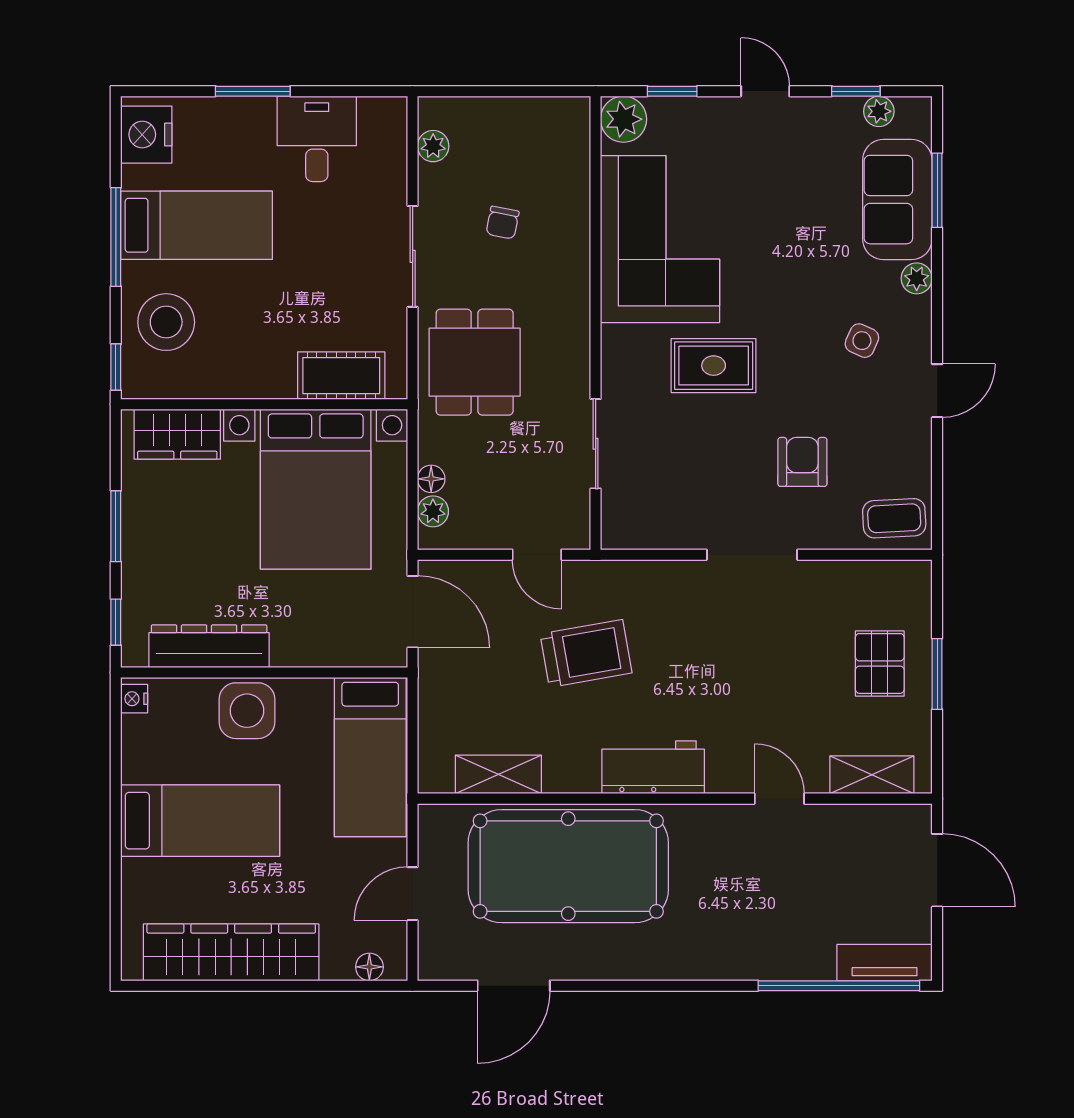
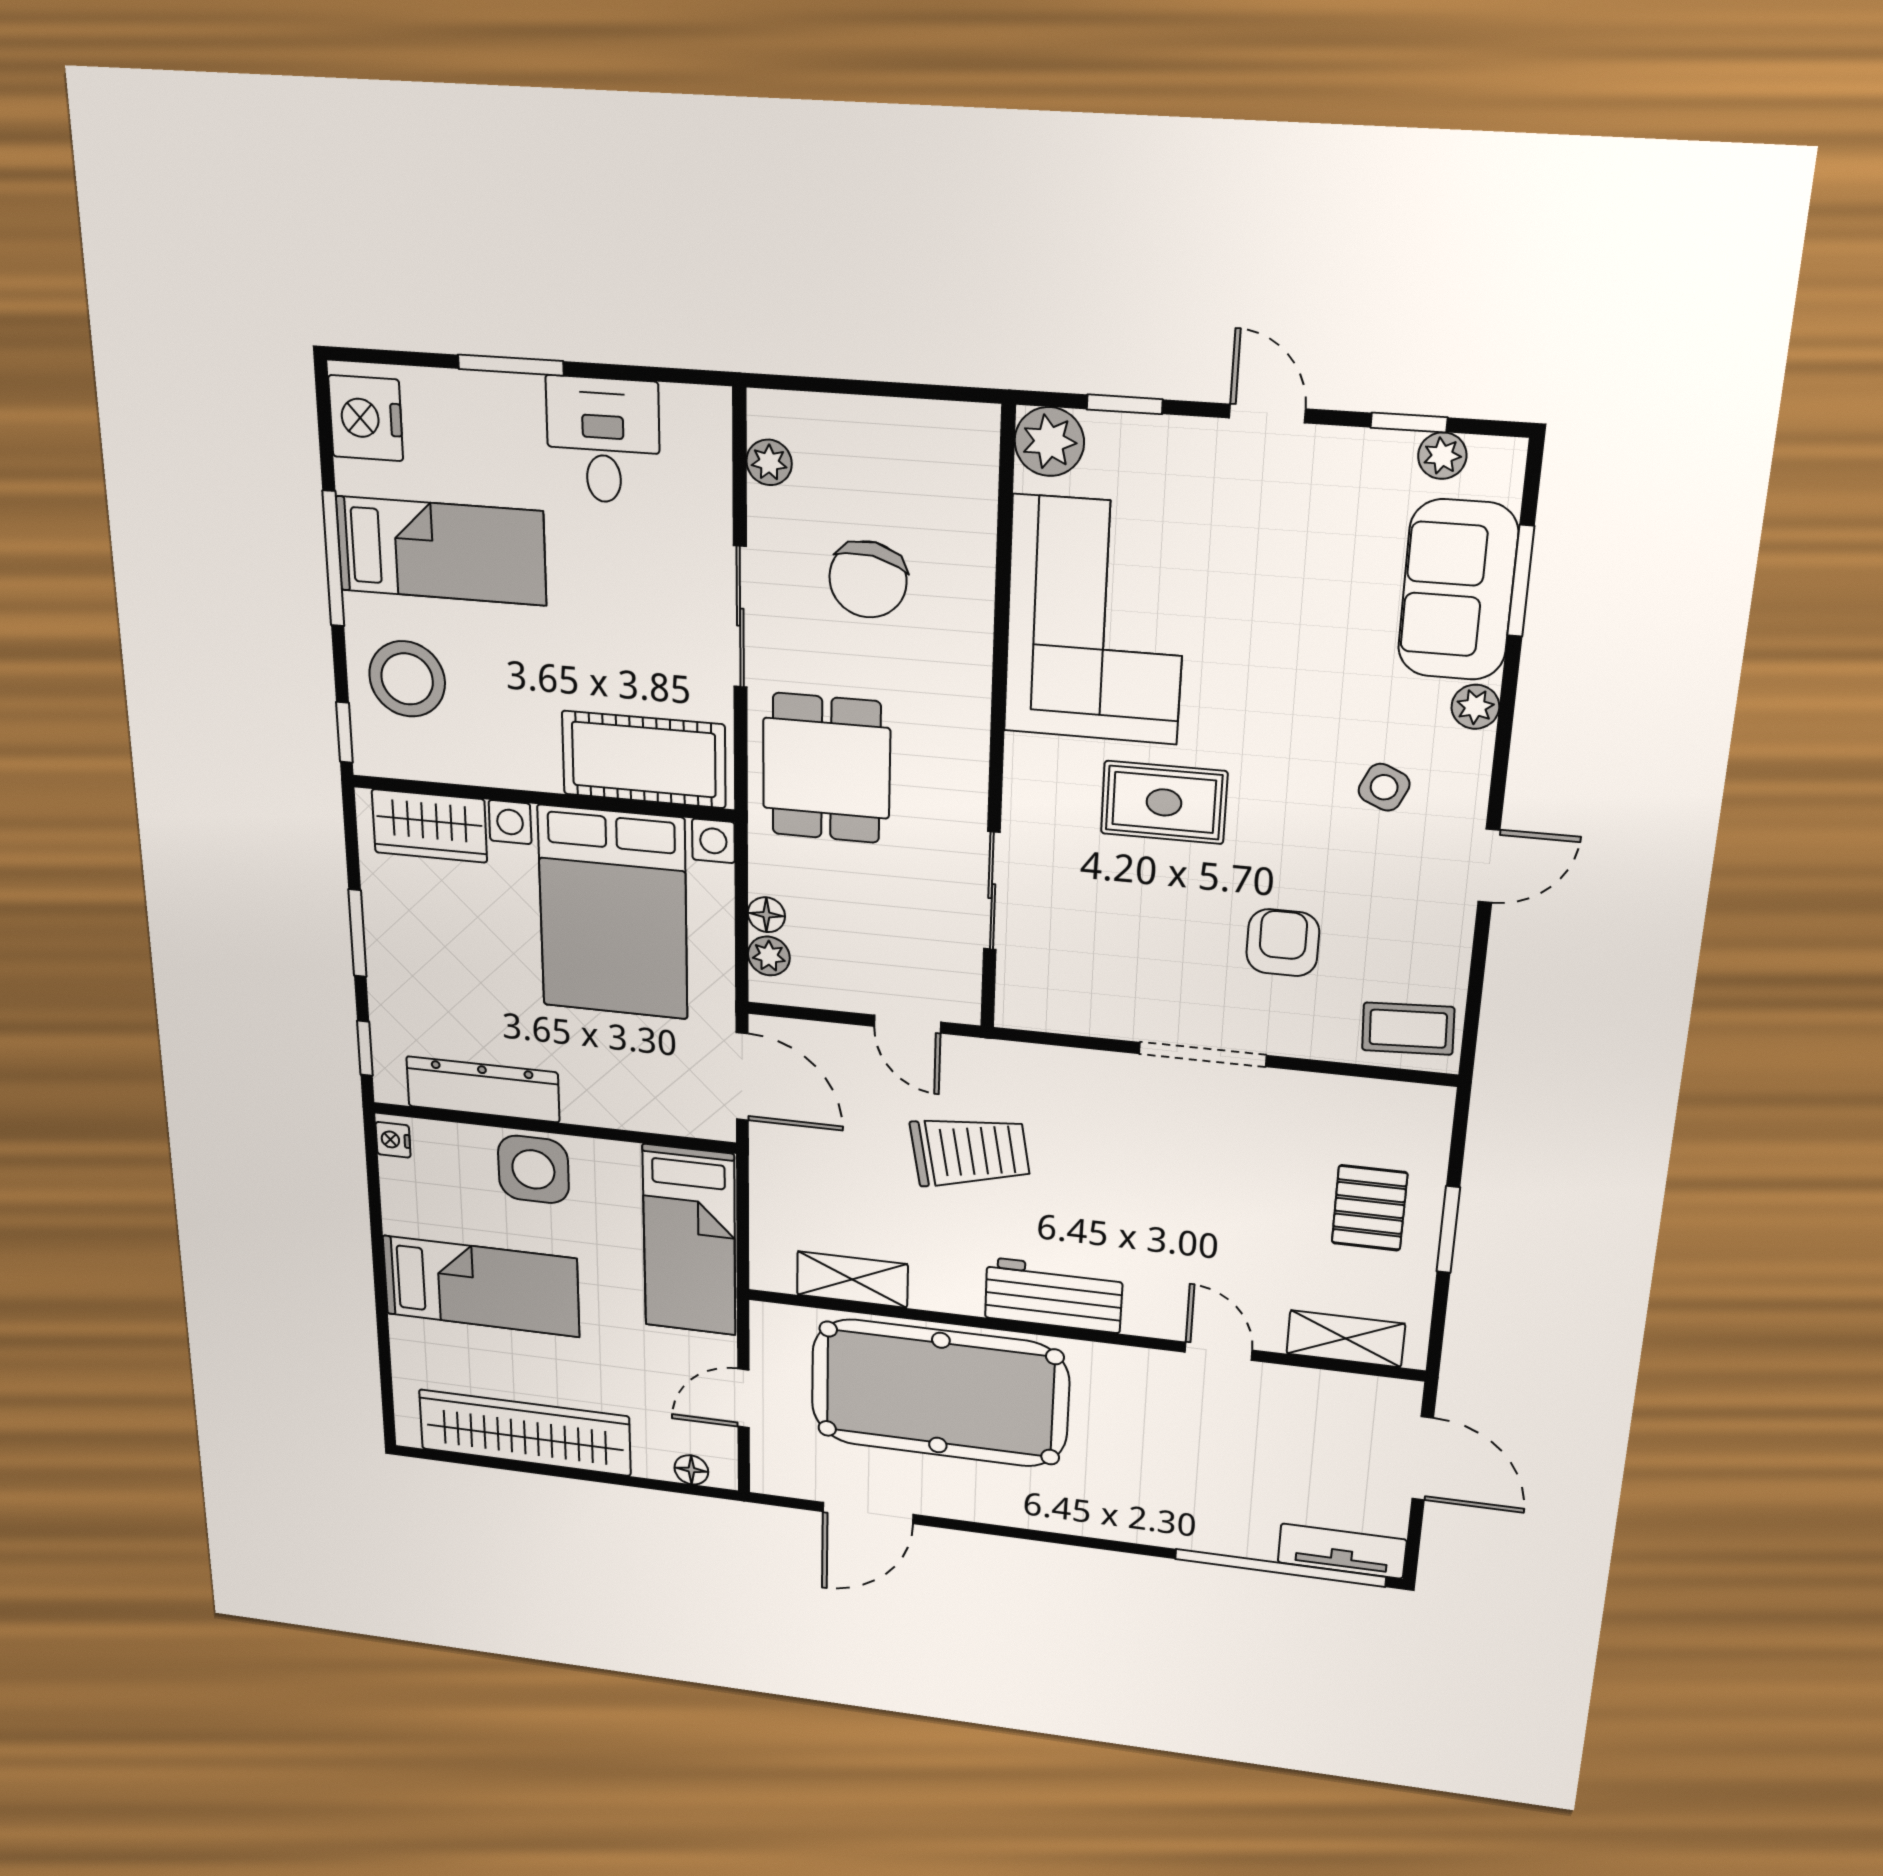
chair: (503, 223) -> (868, 579), width x1.87, depth x1.87
cot: (341, 376) -> (644, 759), width x1.37, depth x1.34

